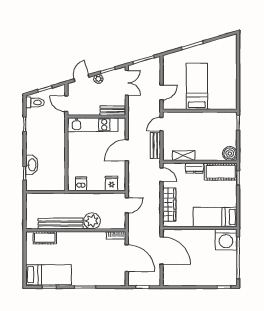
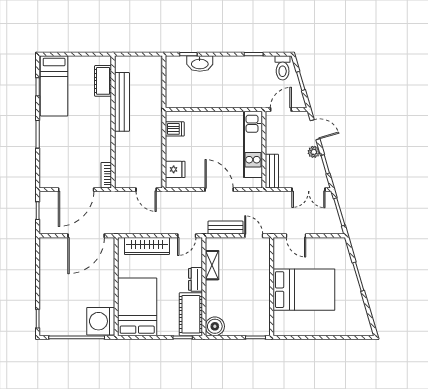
bed: (197, 86) -> (304, 290), width x1.50
bed: (215, 217) -> (137, 307), width x1.50
plant: (92, 221) -> (125, 144), removed

